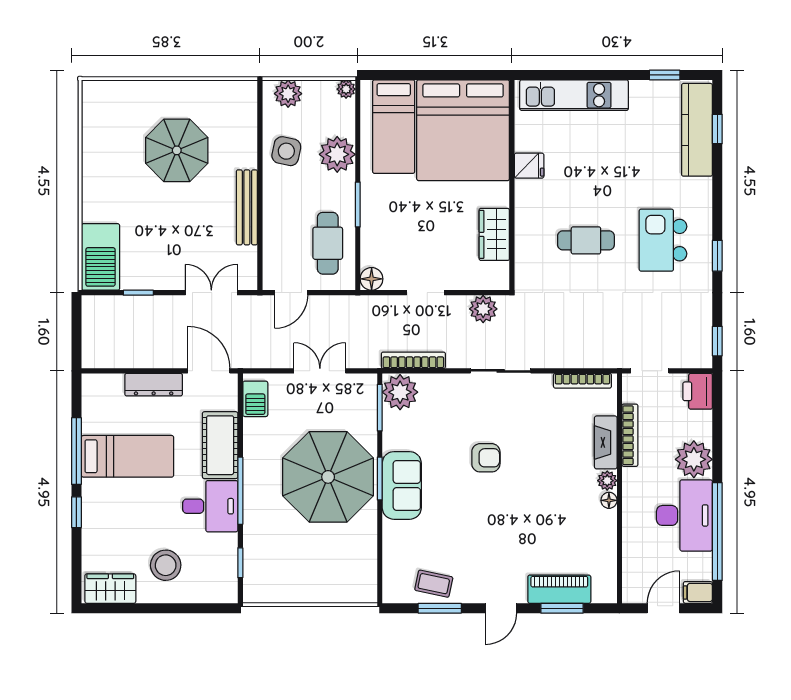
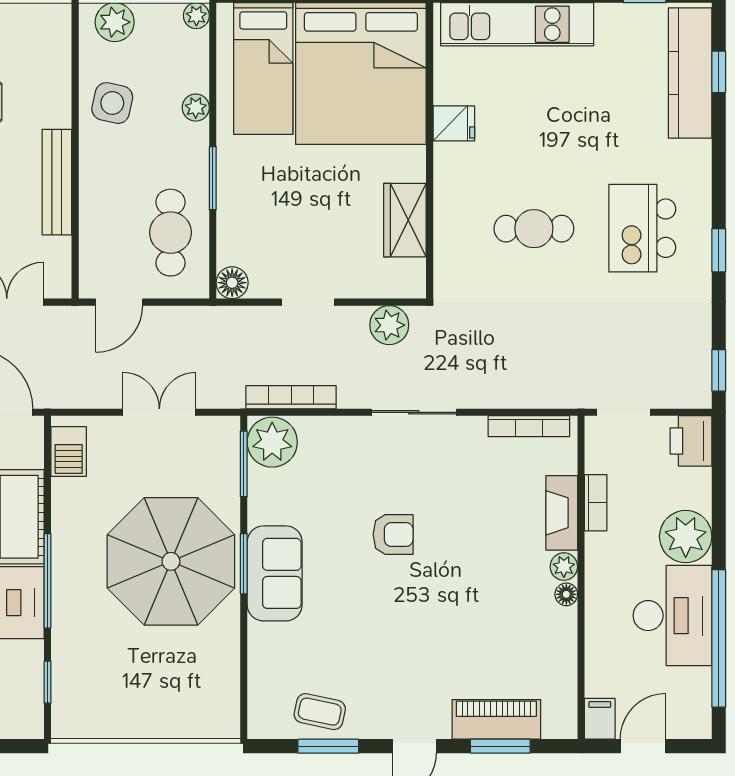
plant: (337, 154) -> (196, 108), width x0.53, depth x0.53
bookcase: (630, 435) -> (596, 503), width x0.64
filing cabinet: (698, 592) -> (600, 719), moved, turned 90

